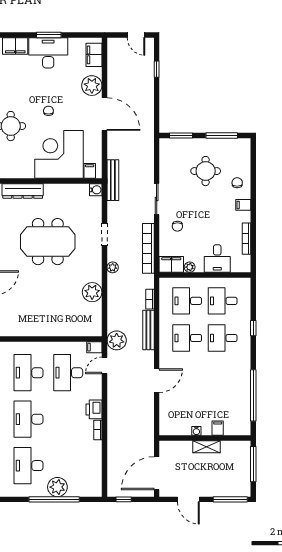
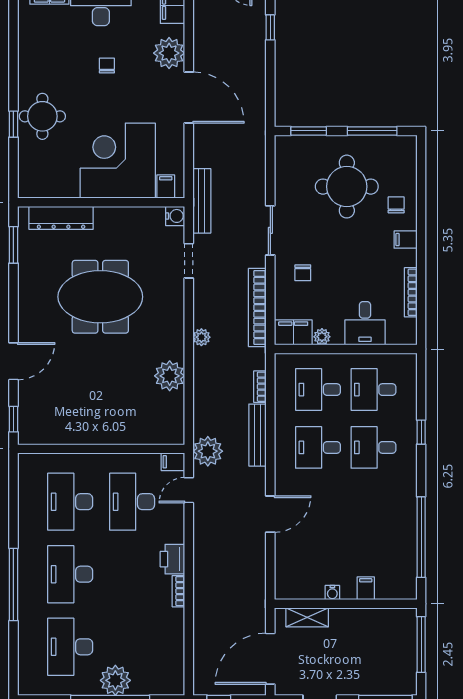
chair: (48, 111) -> (107, 65), moved
round table: (206, 171) -> (347, 187), width x1.36, depth x1.36
doorway: (104, 234) -> (189, 261), moved
shelving: (206, 447) -> (307, 617), moved

